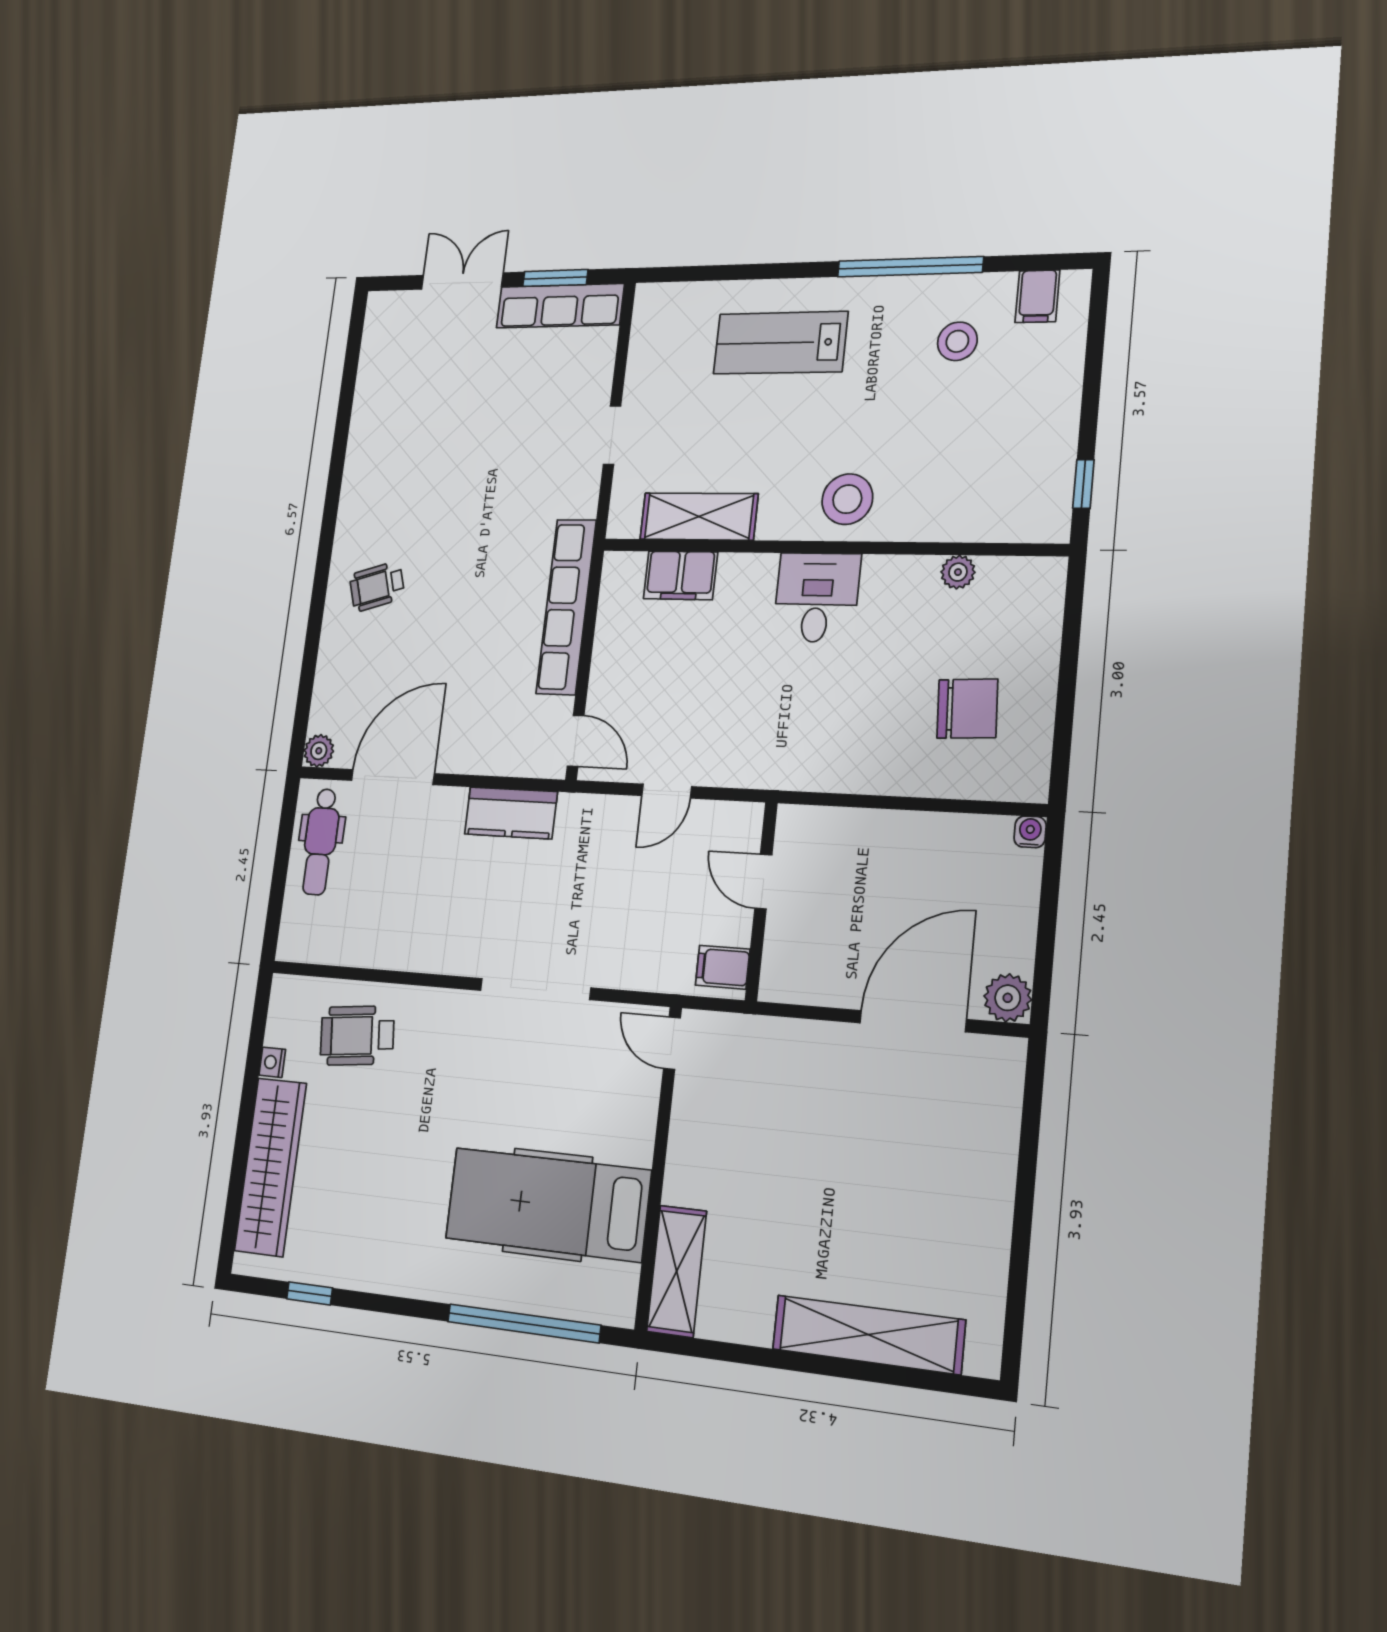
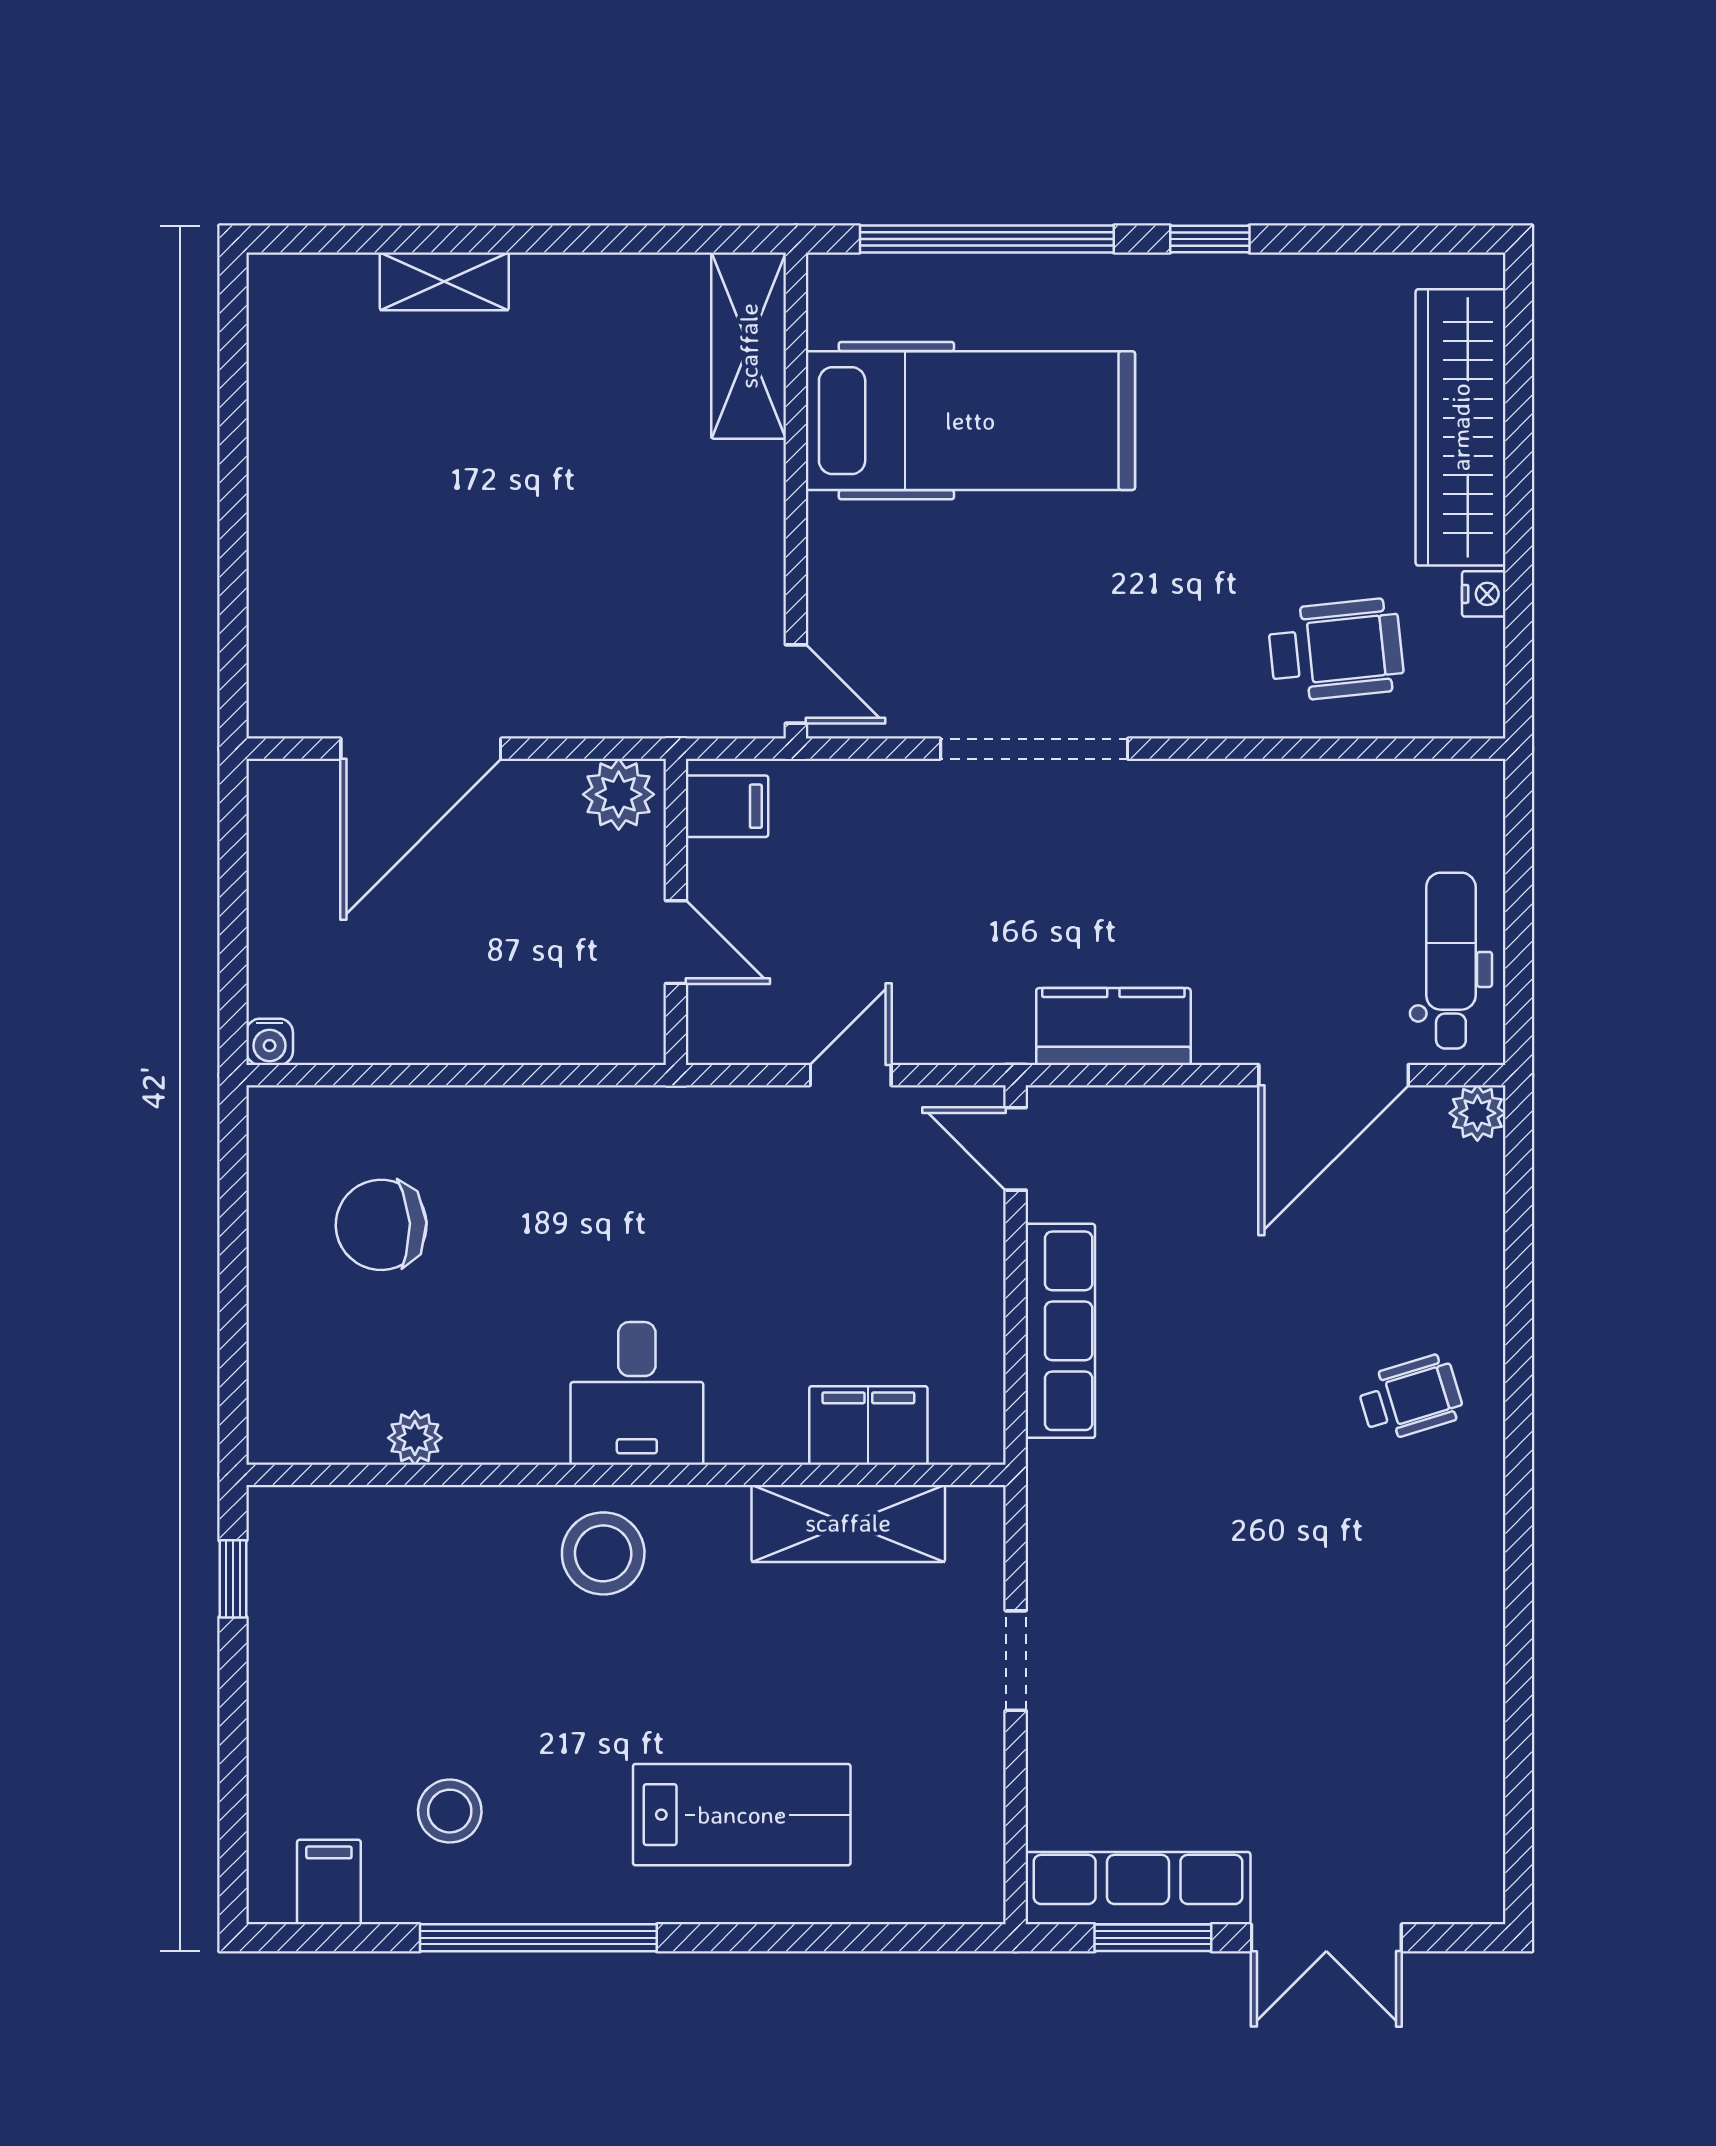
row of seats: (566, 607) -> (1060, 1331), width x0.73
plant: (1008, 998) -> (619, 794), moved
window: (310, 1293) -> (1210, 239), moved
shelving: (868, 1335) -> (444, 281), width x0.45, depth x0.75

